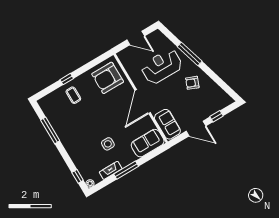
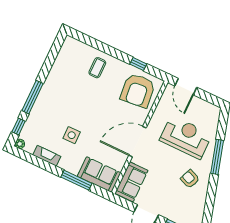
door: (136, 38) -> (186, 87), moved
armchair: (108, 78) -> (138, 90), turned -96
window: (67, 79) -> (138, 64), moved
window: (50, 130) -> (33, 97), moved
window: (126, 170) -> (76, 180), moved

